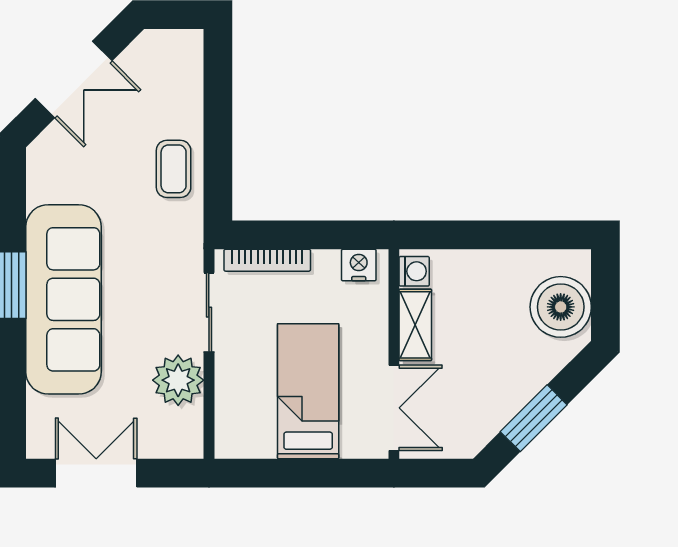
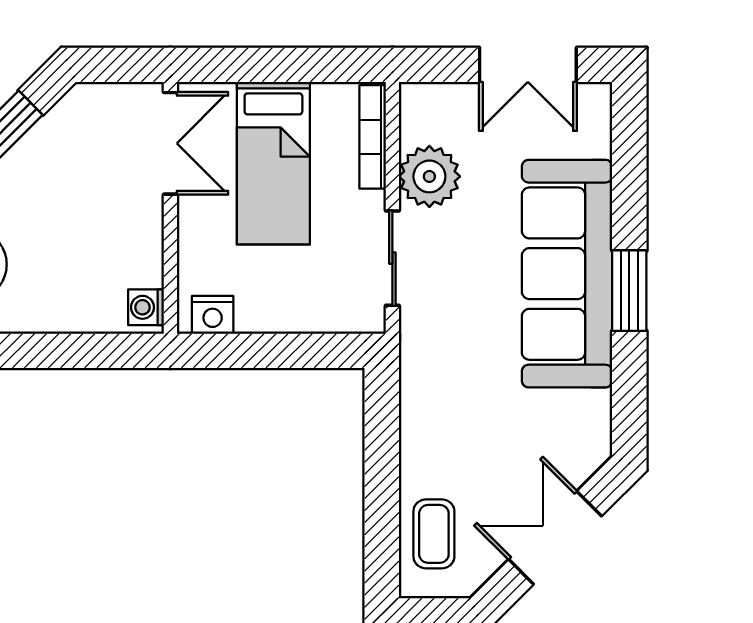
coffee table: (174, 169) -> (434, 534), moved
bookcase: (267, 260) -> (373, 137), moved, turned -90
shelving: (415, 325) -> (145, 243), removed
double door: (394, 408) -> (170, 143), swing flipped

